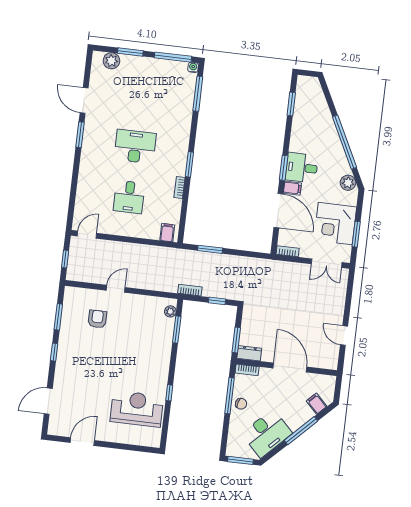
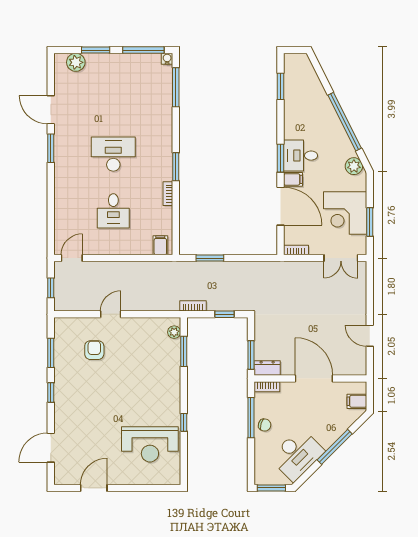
filing cabinet: (317, 404) -> (357, 401), moved, turned -45
reception desk: (137, 409) -> (150, 444), turned 180

